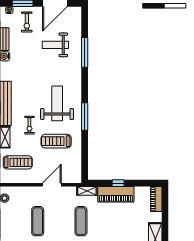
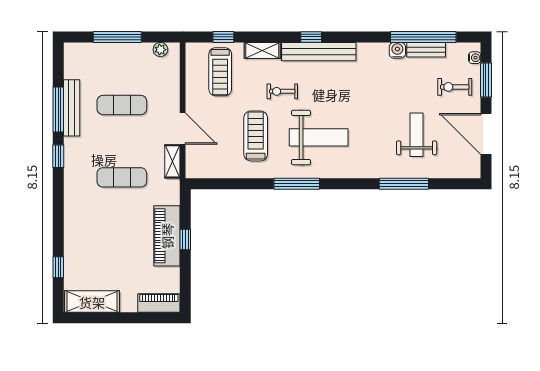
shelving: (87, 191) -> (172, 161), moved

